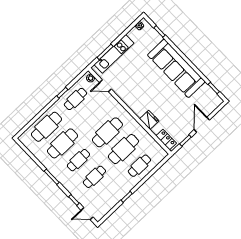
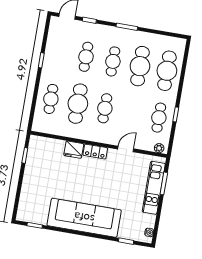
door: (105, 86) -> (126, 149), moved
door: (202, 125) -> (20, 182), removed
cafe table: (107, 132) -> (105, 108), width x0.73, depth x0.74
locker: (166, 140) -> (95, 152), moved

